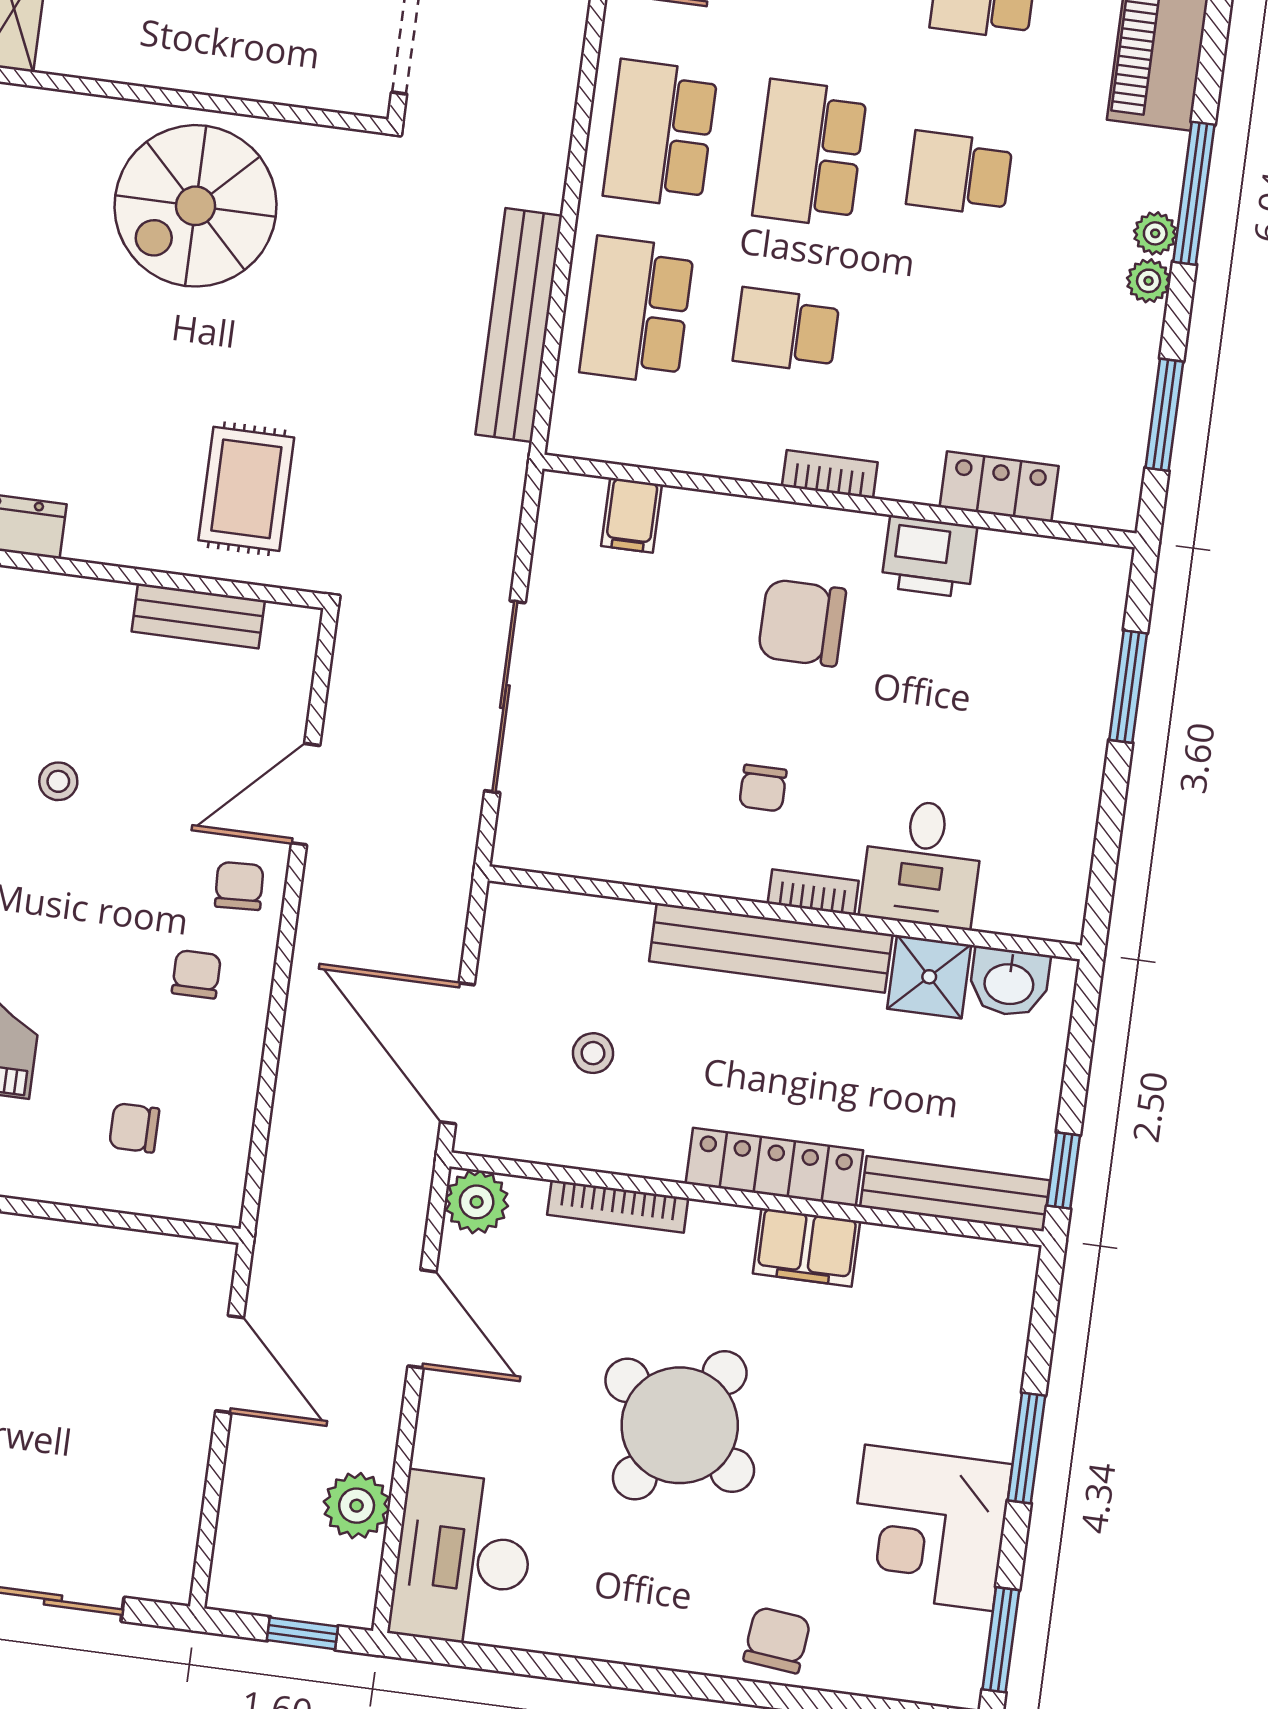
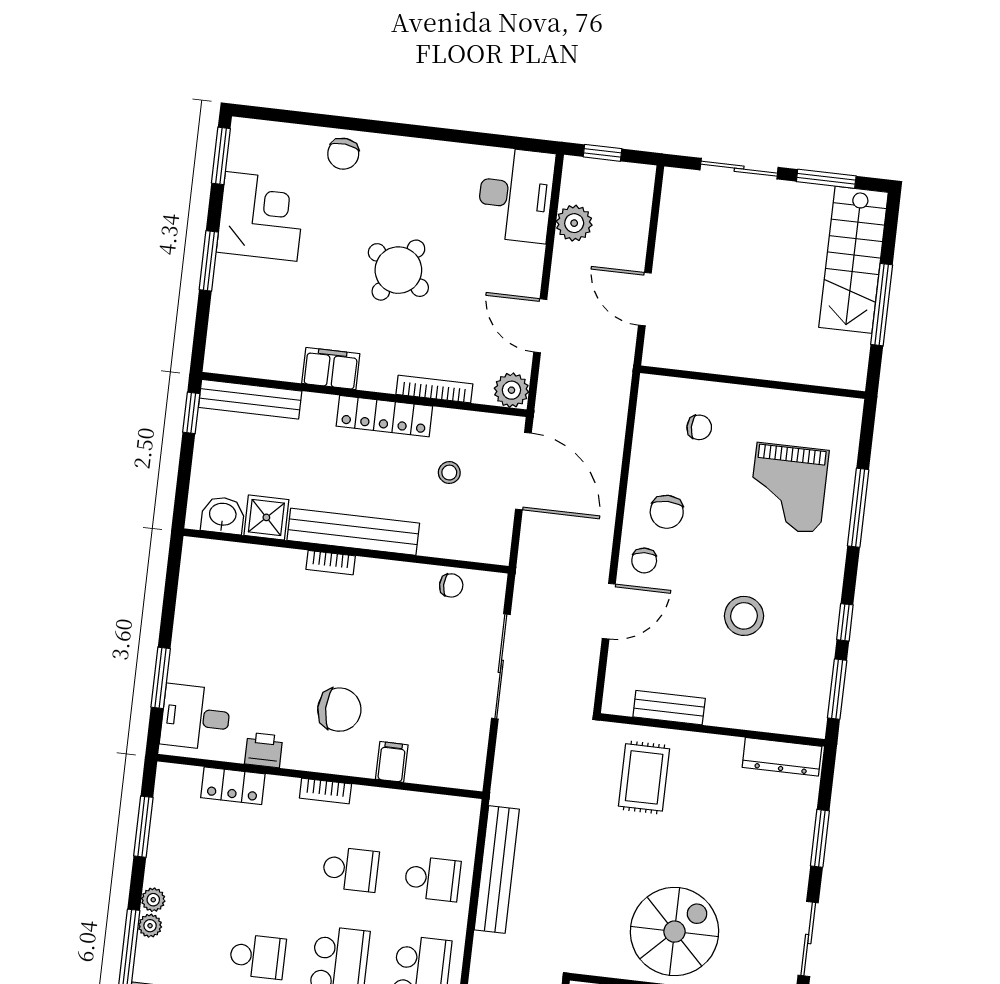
school desk: (637, 310) -> (432, 879), width x0.54
filing cabinet: (632, 515) -> (392, 762), moved
printer: (929, 557) -> (264, 750), width x0.73, depth x0.81
stool: (58, 781) -> (744, 616), width x1.89, depth x1.89
chair: (763, 788) -> (451, 585), moved, turned 90
desk: (922, 863) -> (196, 717), moved, turned -90
chair: (196, 974) -> (667, 512), width x1.37, depth x1.37
locker: (774, 1167) -> (384, 416), moved
round table: (680, 1425) -> (398, 270), width x0.73, depth x0.73

